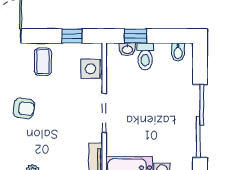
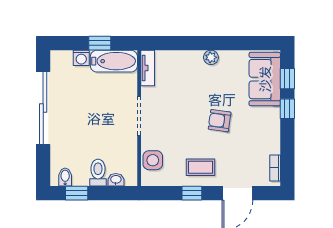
window: (72, 36) -> (192, 193), moved
window: (136, 36) -> (77, 193), moved
coffee table: (43, 62) -> (201, 167), turned 90

